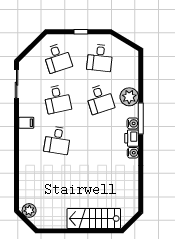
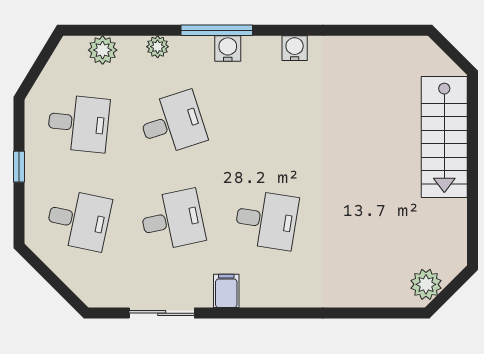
desk: (57, 58) -> (78, 220), turned 30
plant: (132, 68) -> (103, 50), added
sliding door: (17, 84) -> (162, 313), moved
plant: (129, 97) -> (158, 47), width x0.53, depth x0.53
printer: (132, 138) -> (261, 51), removed

